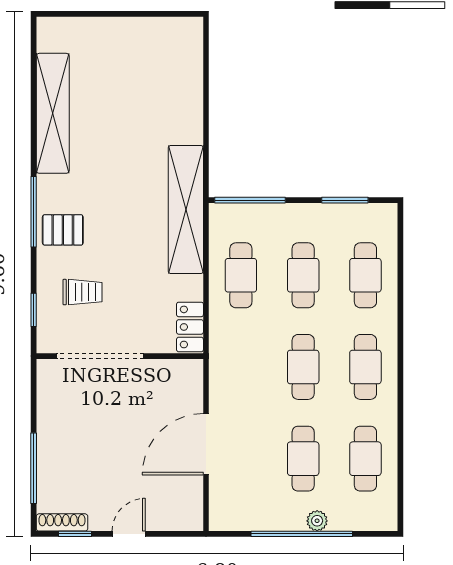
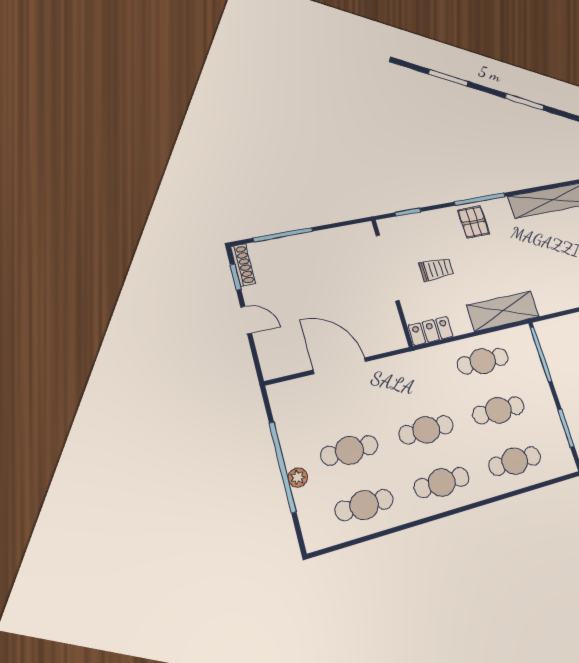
shelving: (186, 210) -> (503, 311), width x0.68
trolley: (83, 292) -> (436, 269), moved, turned -90

